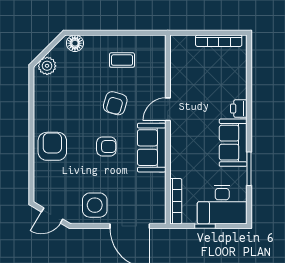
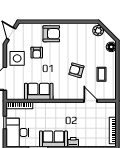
door: (168, 109) -> (91, 101), moved
armchair: (106, 146) -> (37, 53), moved
sofa: (152, 148) -> (39, 91), moved

